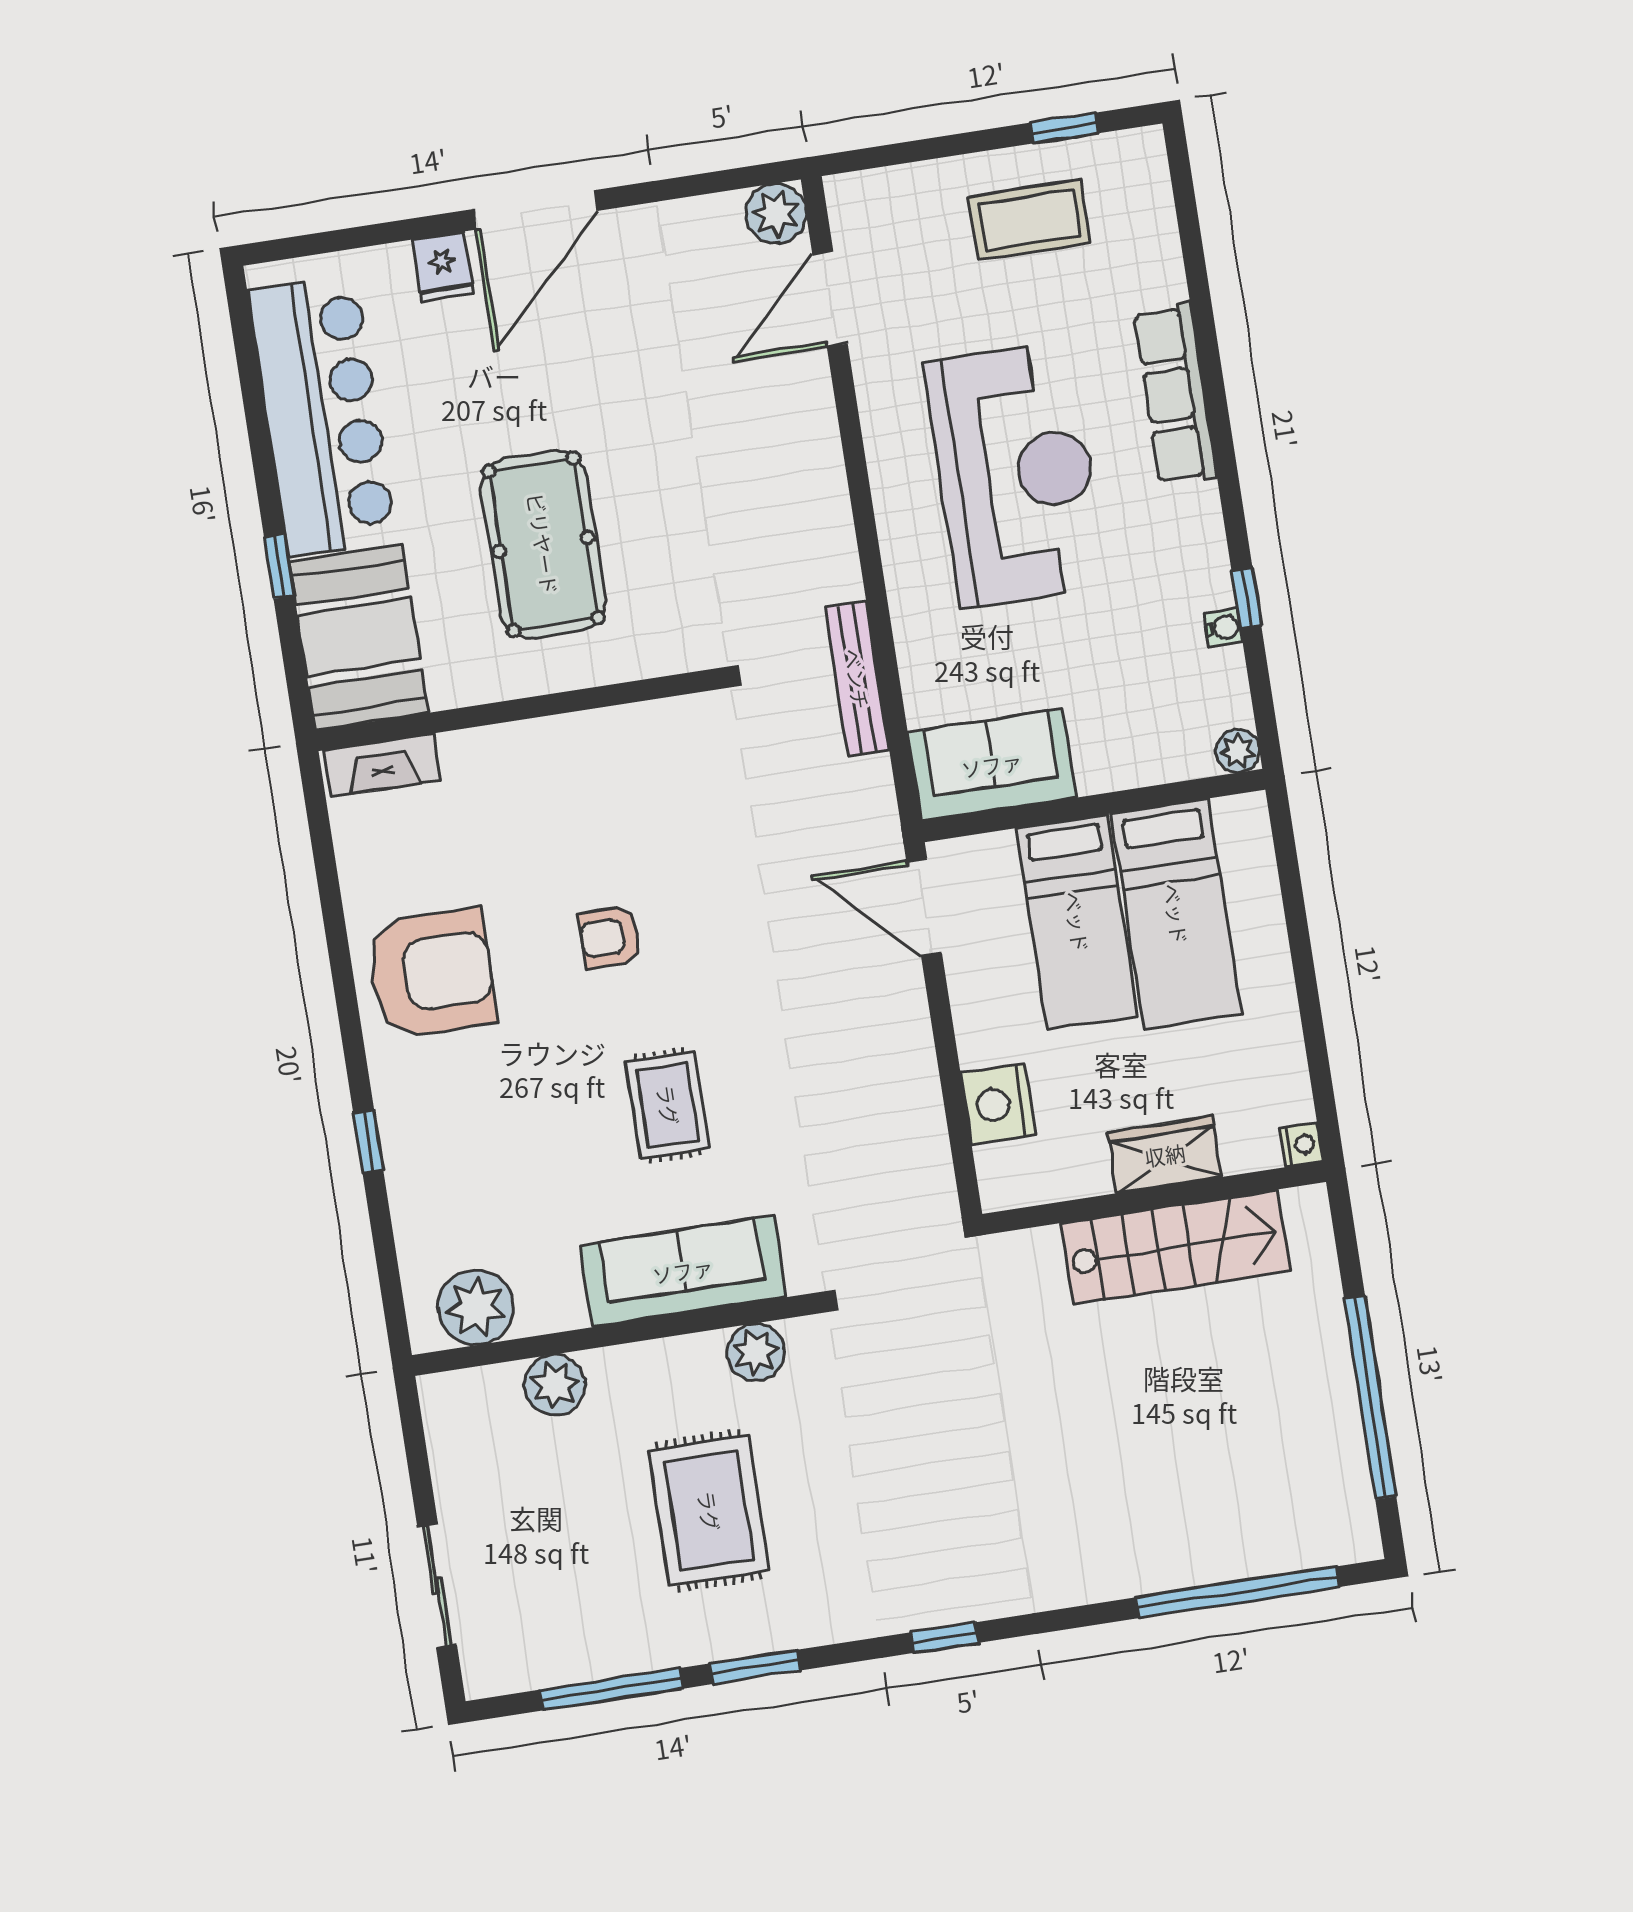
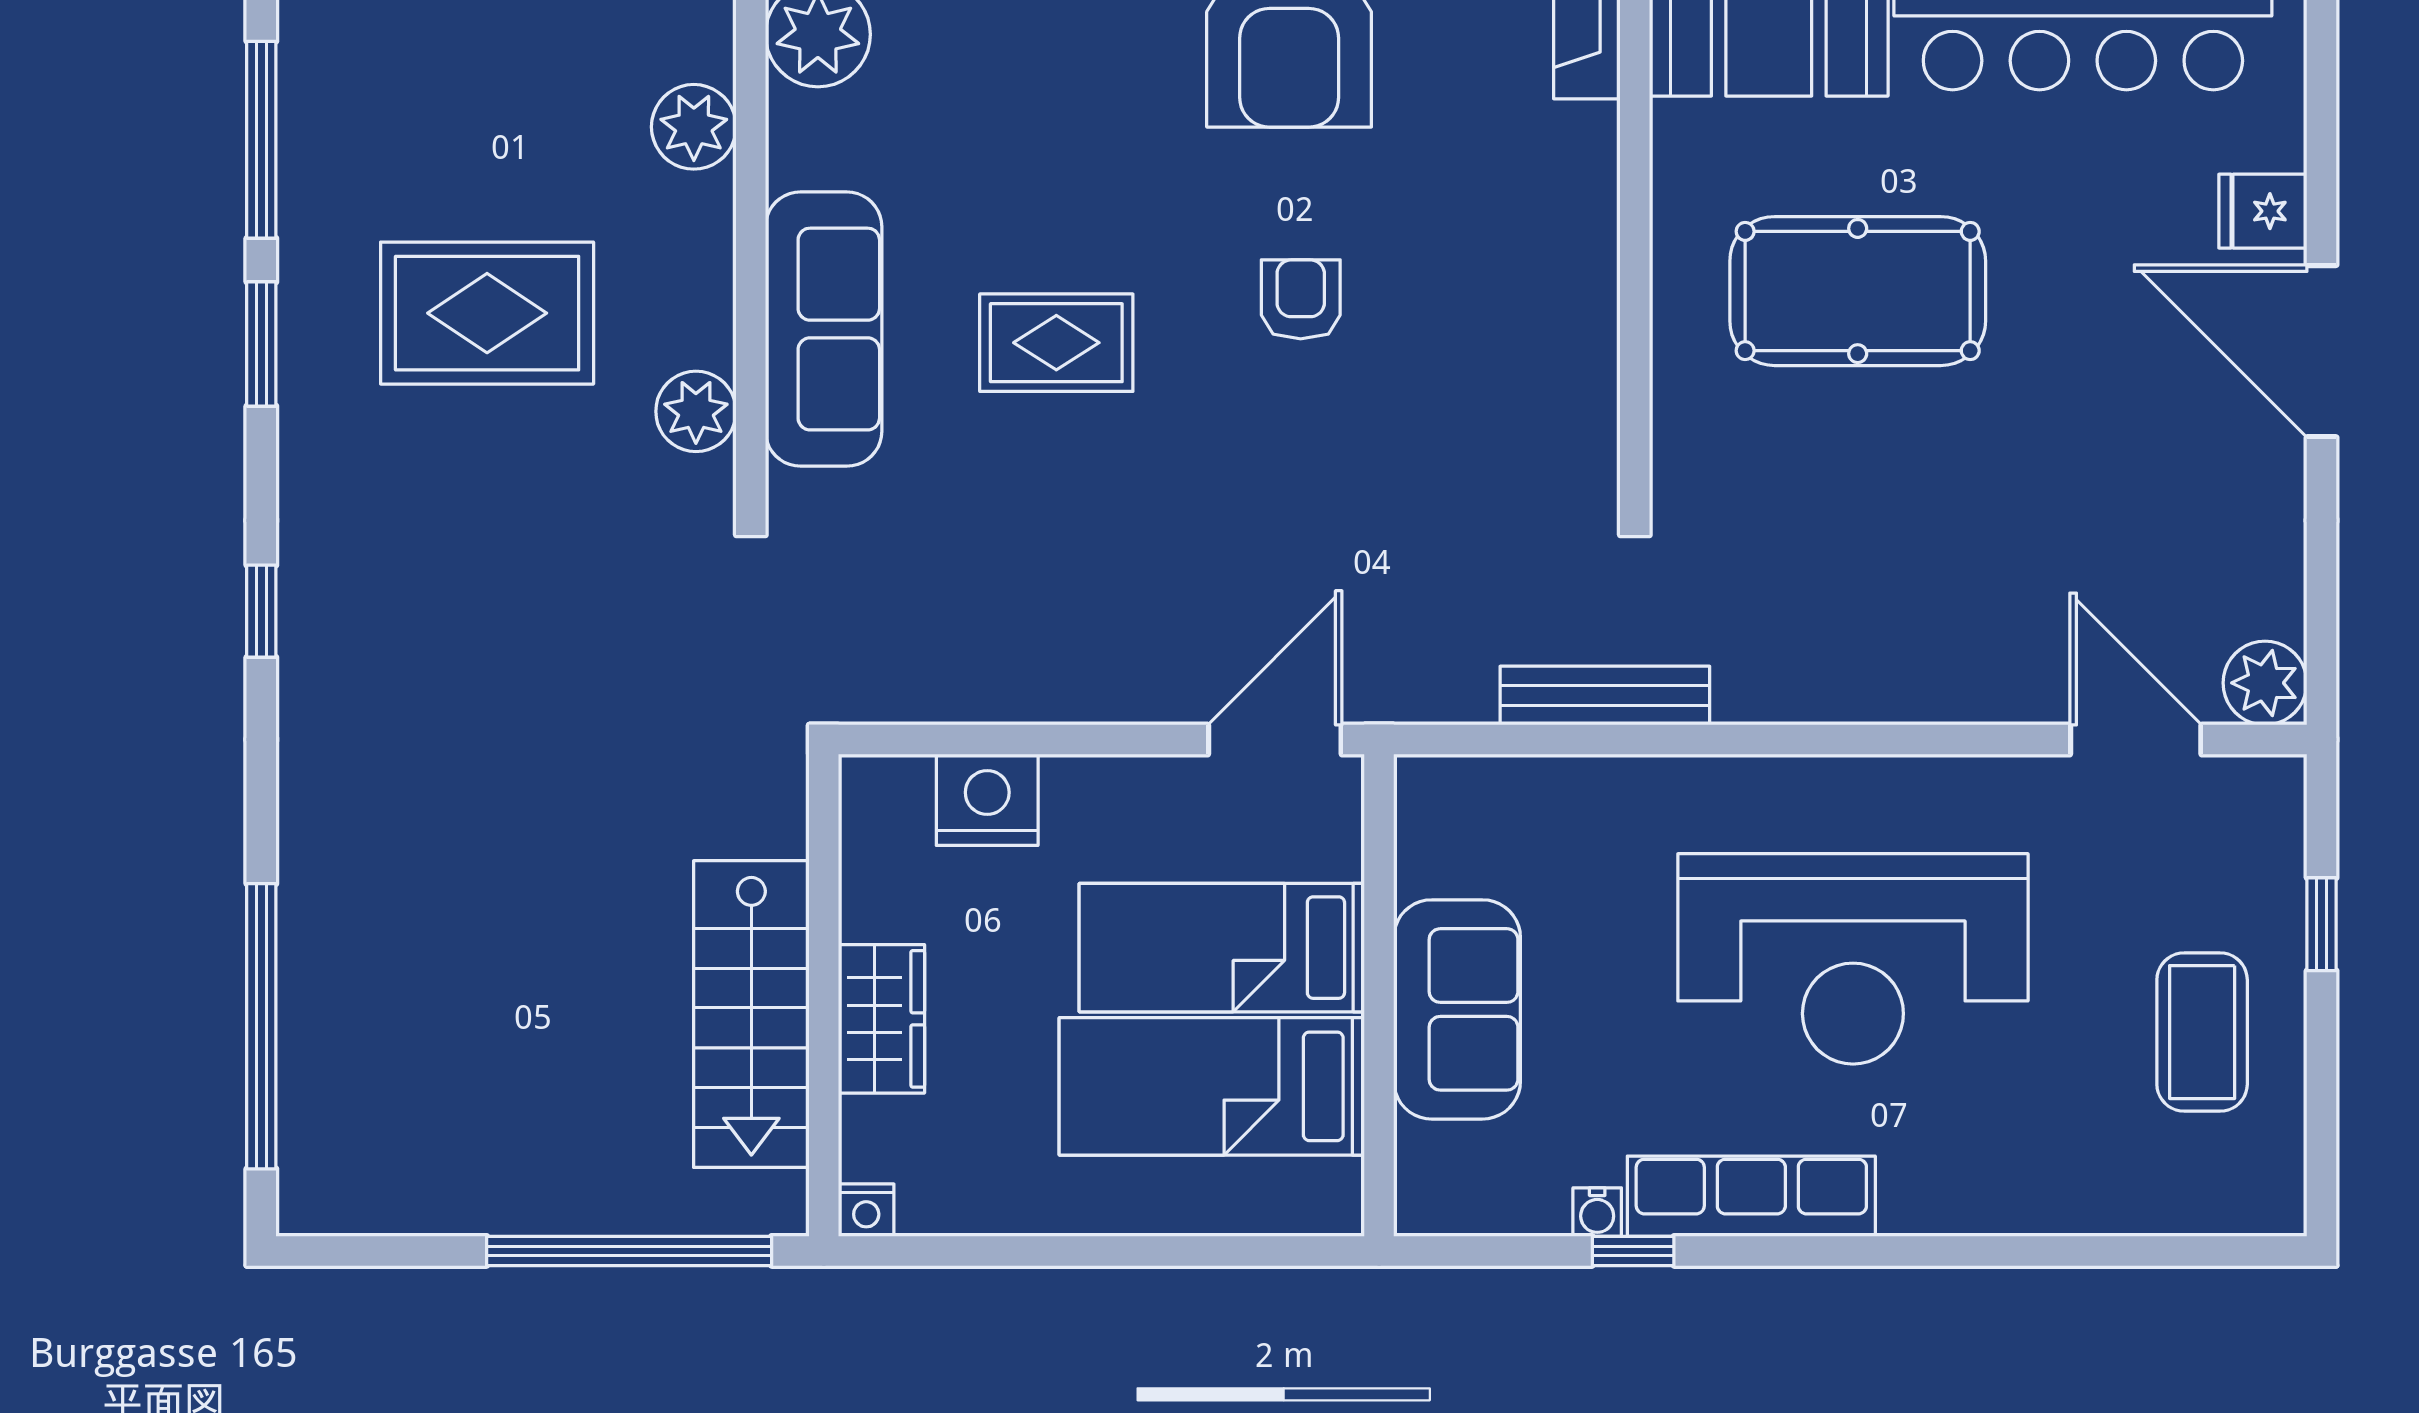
window: (1065, 128) -> (2322, 924), moved
row of seats: (1175, 394) -> (1751, 1196), moved
plant: (1238, 751) -> (1424, 1206), removed
sofa: (992, 765) -> (1457, 1009), moved
window: (1370, 1397) -> (629, 1251), moved

